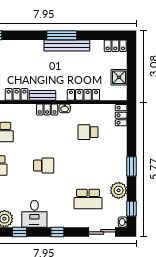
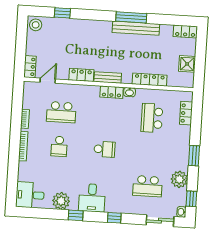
locker: (121, 115) -> (186, 113), moved
school desk: (88, 132) -> (152, 118), width x1.85

